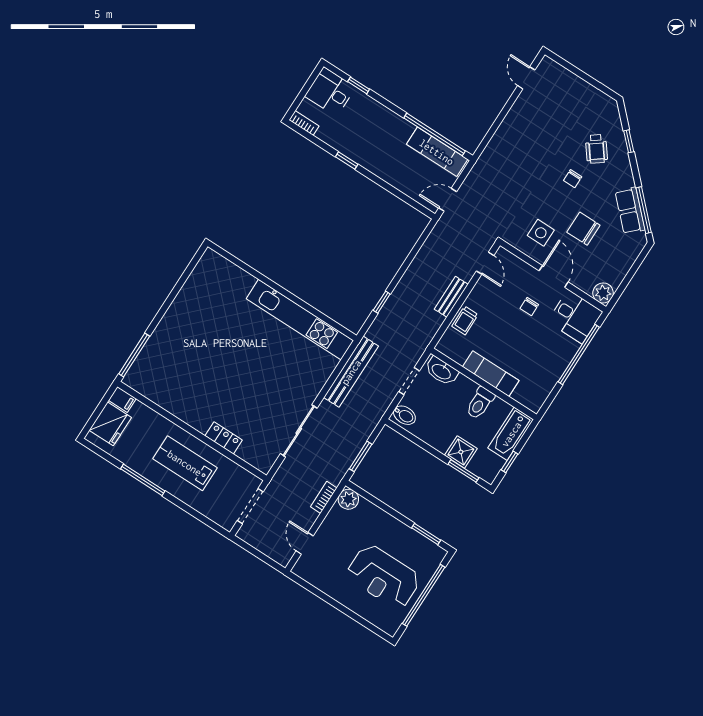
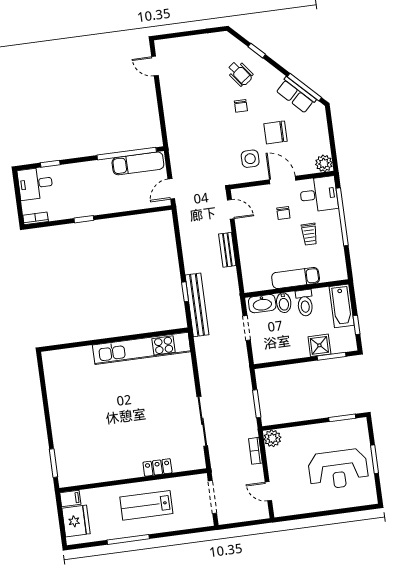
trolley: (465, 320) -> (309, 234), moved
window: (134, 355) -> (53, 463), width x0.69
bench: (351, 372) -> (197, 305), moved
bidet: (404, 415) -> (284, 303), moved, turned 90
window: (424, 595) -> (374, 459), width x0.47

